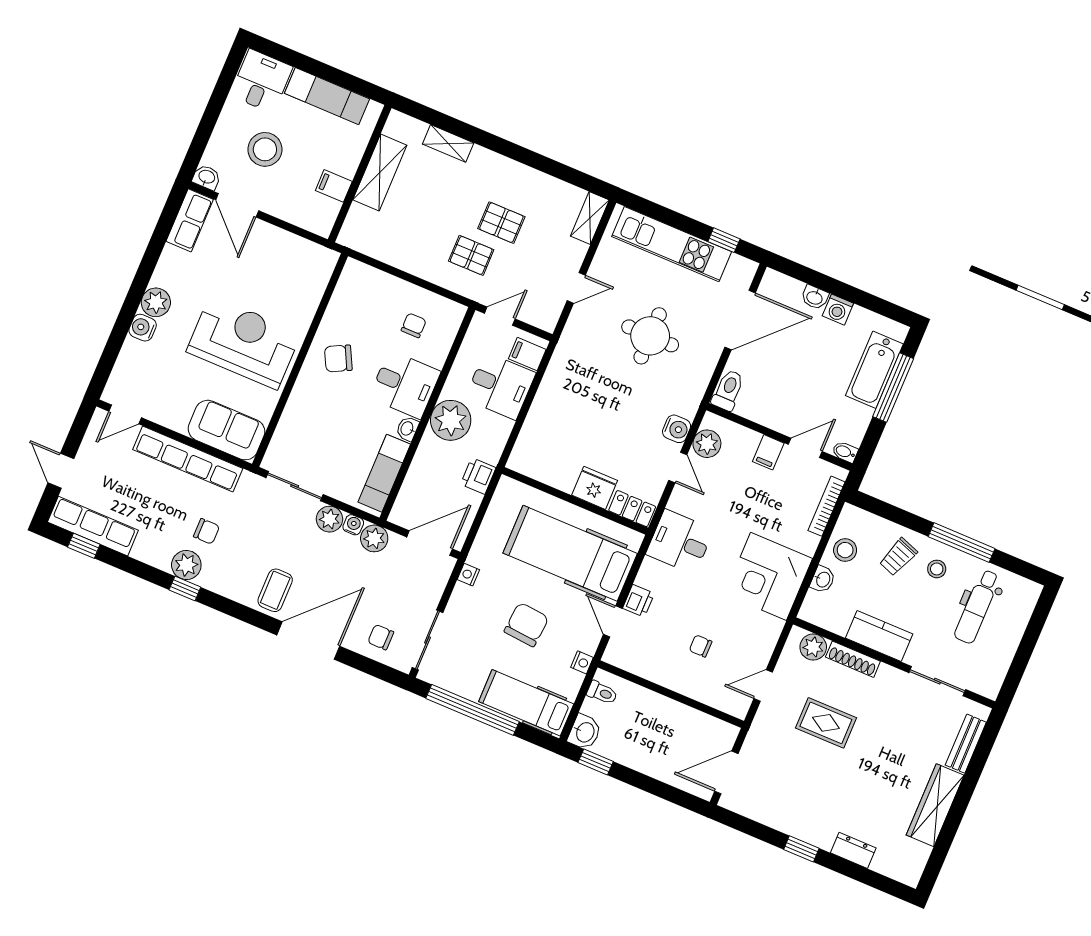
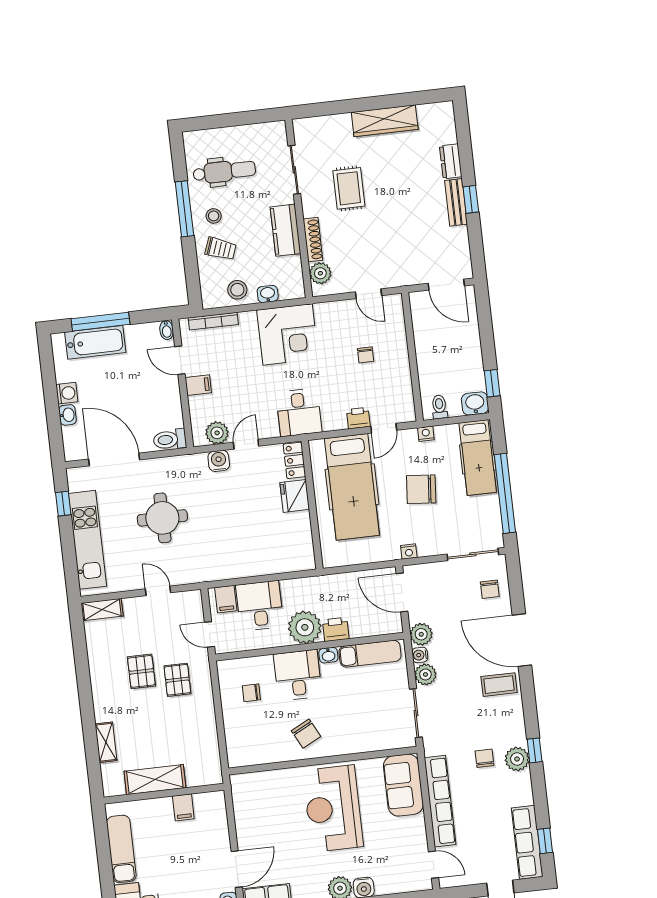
stool: (265, 149) -> (185, 872), removed
printer: (478, 476) -> (336, 629), moved, turned 180
rug: (826, 723) -> (349, 188), moved
bench: (966, 744) -> (456, 202), moved, turned 90

